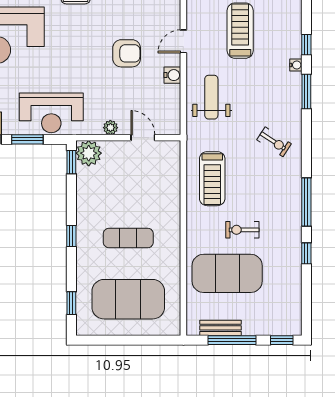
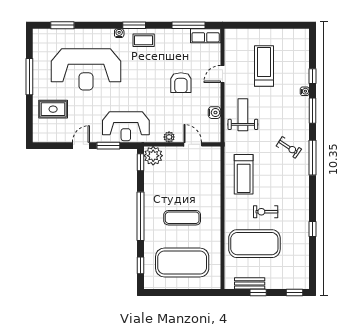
armchair: (127, 53) -> (181, 83), turned 90
water cooler: (172, 75) -> (214, 113), moved
window: (306, 202) -> (312, 158), moved
window: (71, 236) -> (140, 216), width x3.17
window: (232, 340) -> (258, 293), width x0.46

